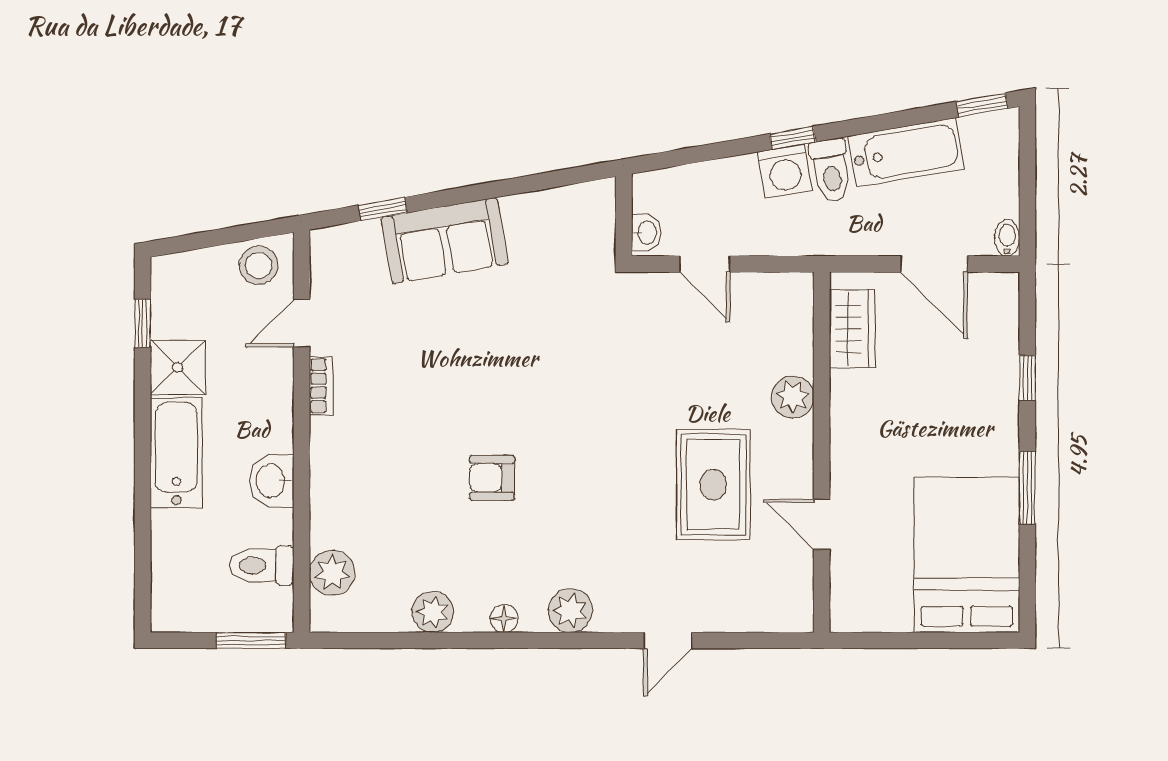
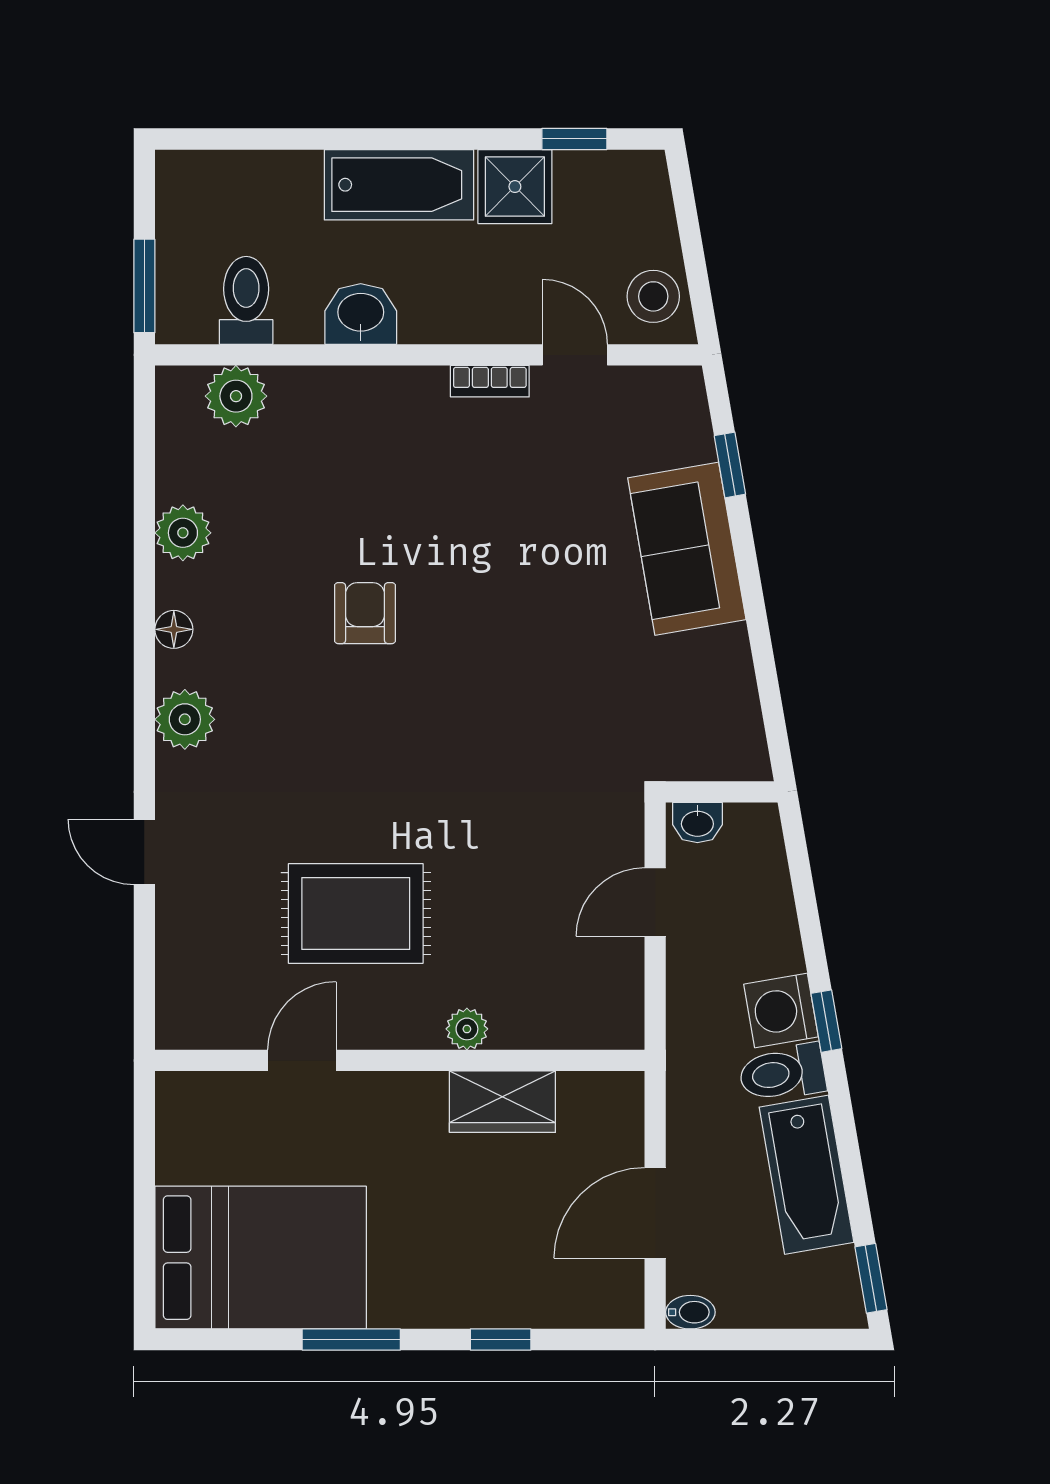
wardrobe: (852, 329) -> (502, 1102), moved
plant: (793, 397) -> (467, 1029), width x0.73, depth x0.73

